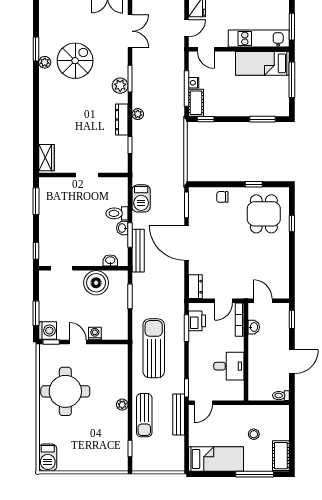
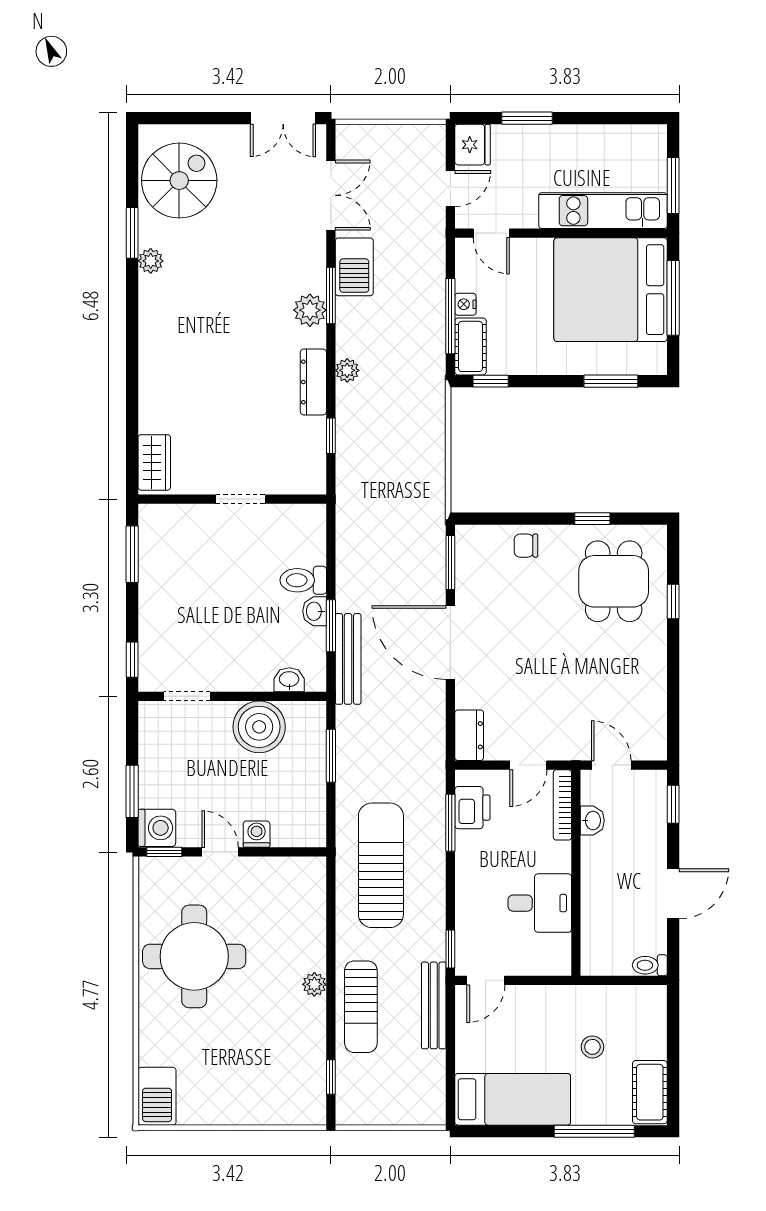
spiral stairs: (75, 61) -> (179, 181), moved
bed: (262, 63) -> (611, 290), width x2.04
barbecue: (141, 198) -> (354, 267), moved

